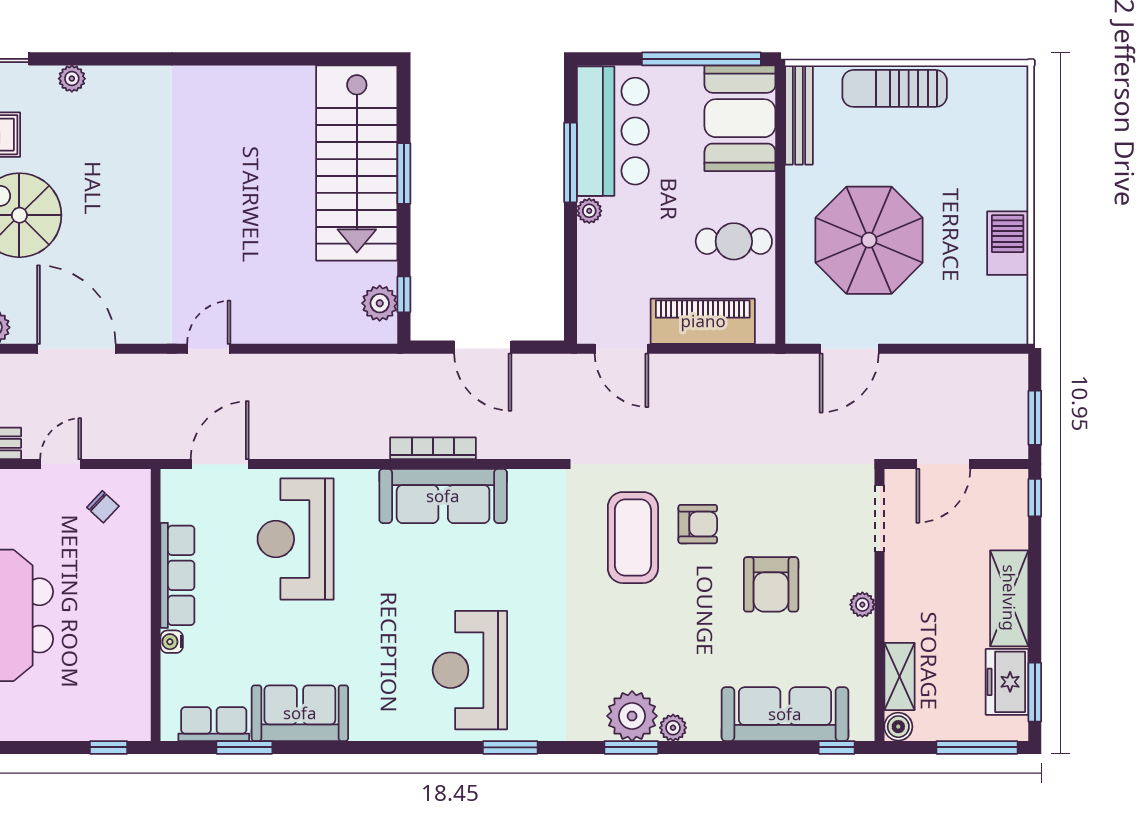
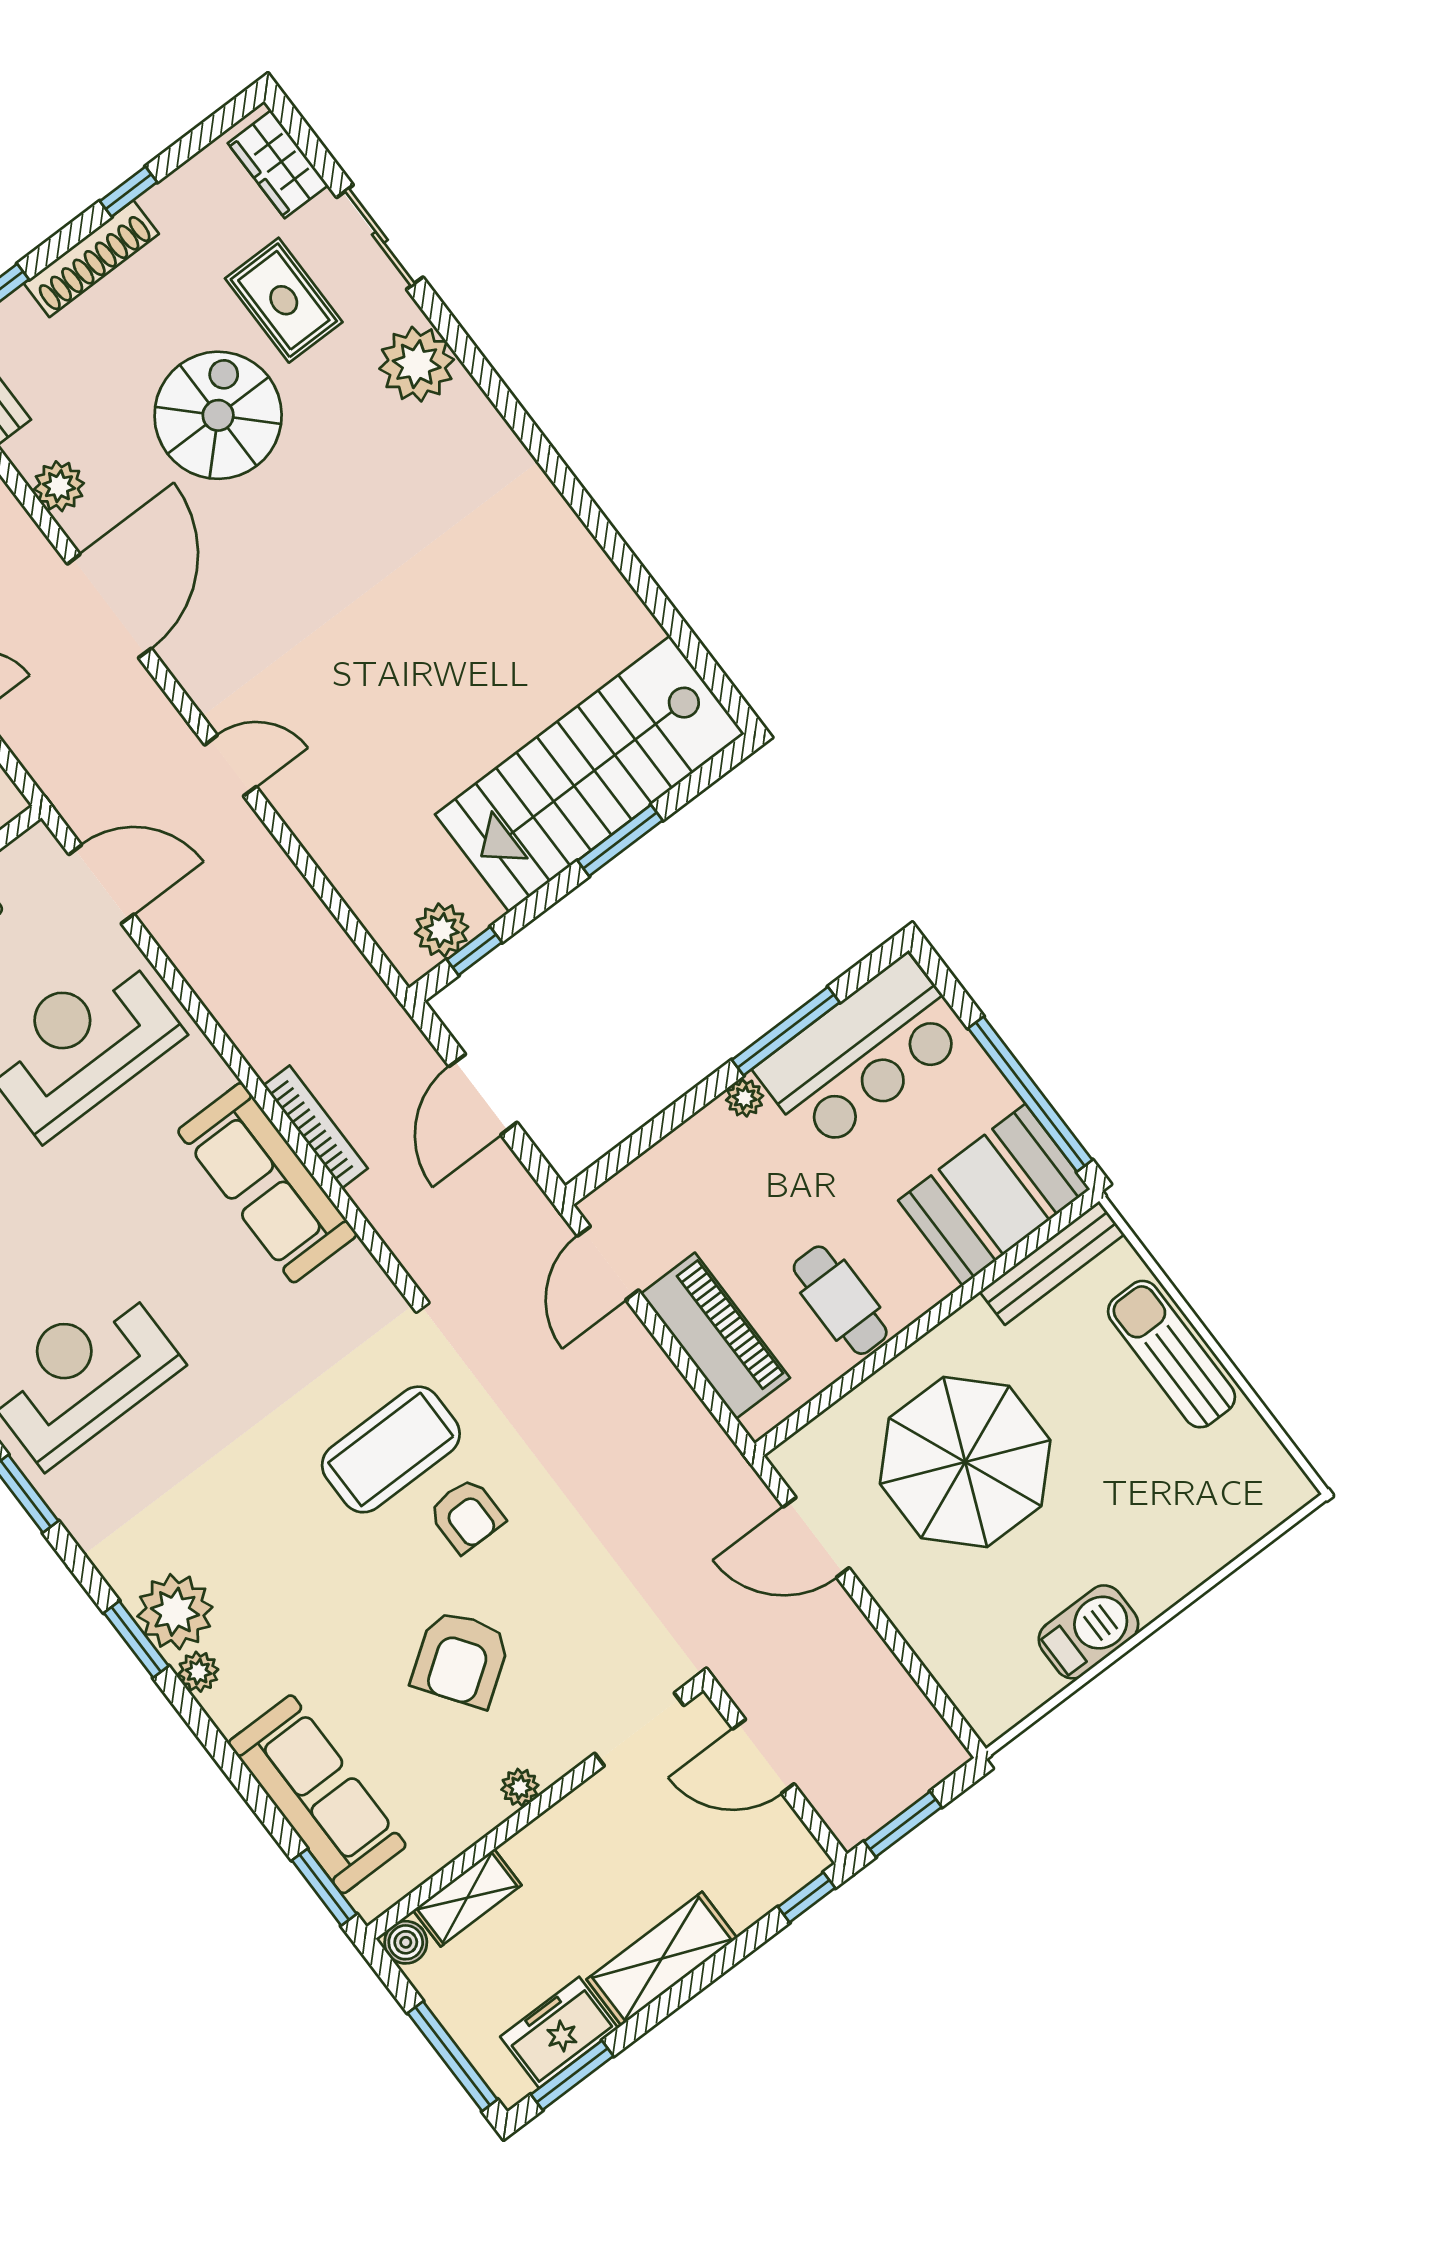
plant: (72, 79) -> (417, 364), width x1.87, depth x1.87
armchair: (771, 584) -> (461, 1659), turned -35
window: (837, 747) -> (324, 1887), width x1.50

